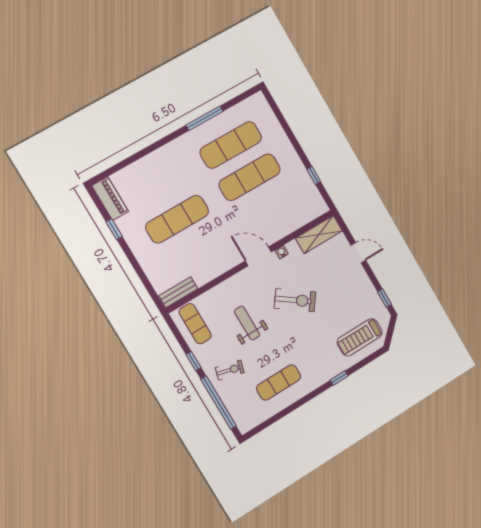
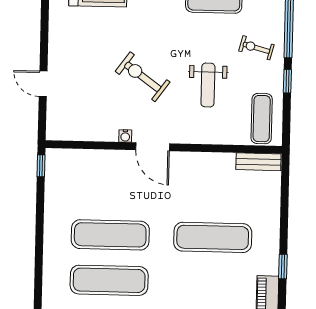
window: (314, 175) -> (41, 166), moved
shelving: (319, 235) -> (74, 130), removed
window: (384, 298) -> (45, 17), removed

